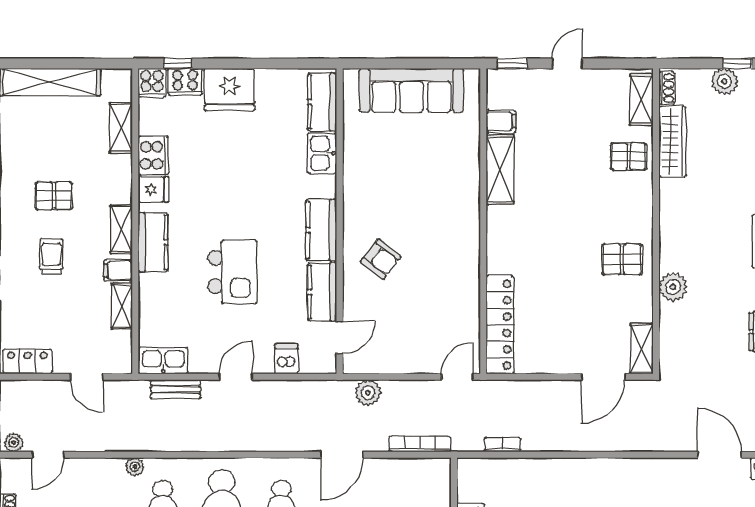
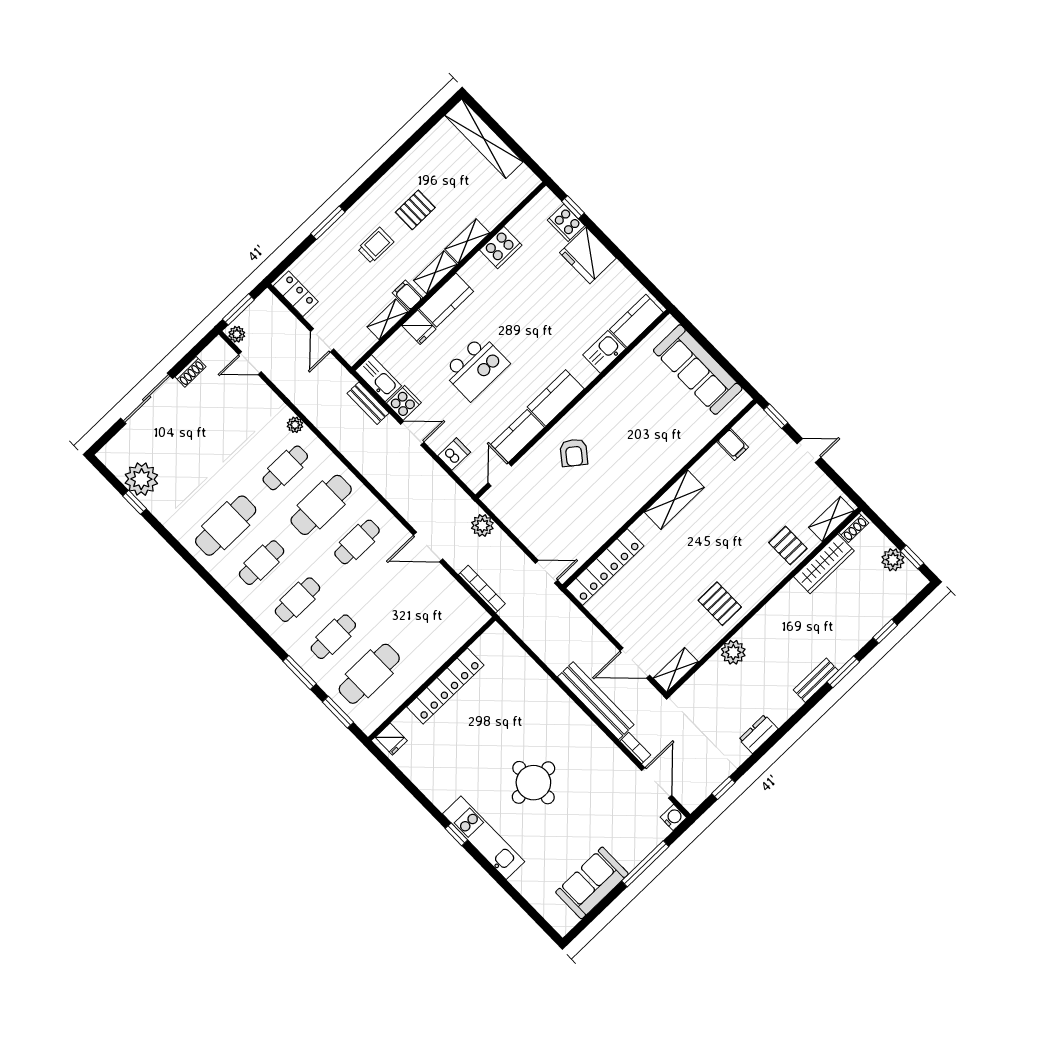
cooker: (152, 83) -> (404, 403), moved, turned 180
shelving: (121, 128) -> (467, 241), moved
shelving: (500, 169) -> (674, 500), moved
fridge: (153, 190) -> (419, 327), moved
pallet: (54, 196) -> (415, 210), turned 90
door: (340, 337) -> (500, 474), swing flipped
bench: (603, 439) -> (596, 701), added
bookcase: (502, 444) -> (635, 748), moved

